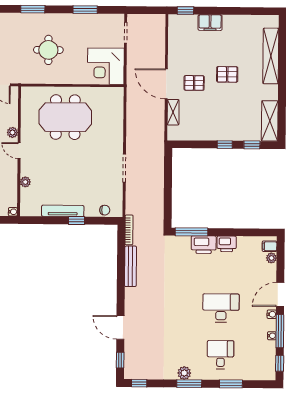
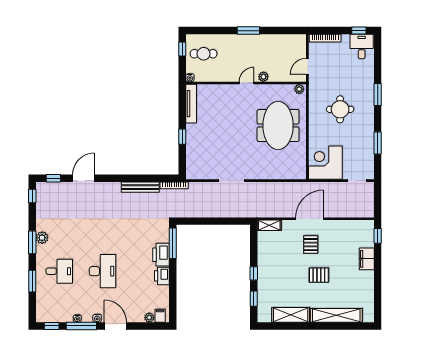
pallet: (227, 74) -> (319, 275), turned 90
shelving: (173, 112) -> (269, 225), moved
shelving: (270, 121) -> (291, 315), moved
plant: (25, 182) -> (299, 89), moved
chair: (105, 210) -> (192, 163), removed
tv unit: (63, 211) -> (191, 104), moved

